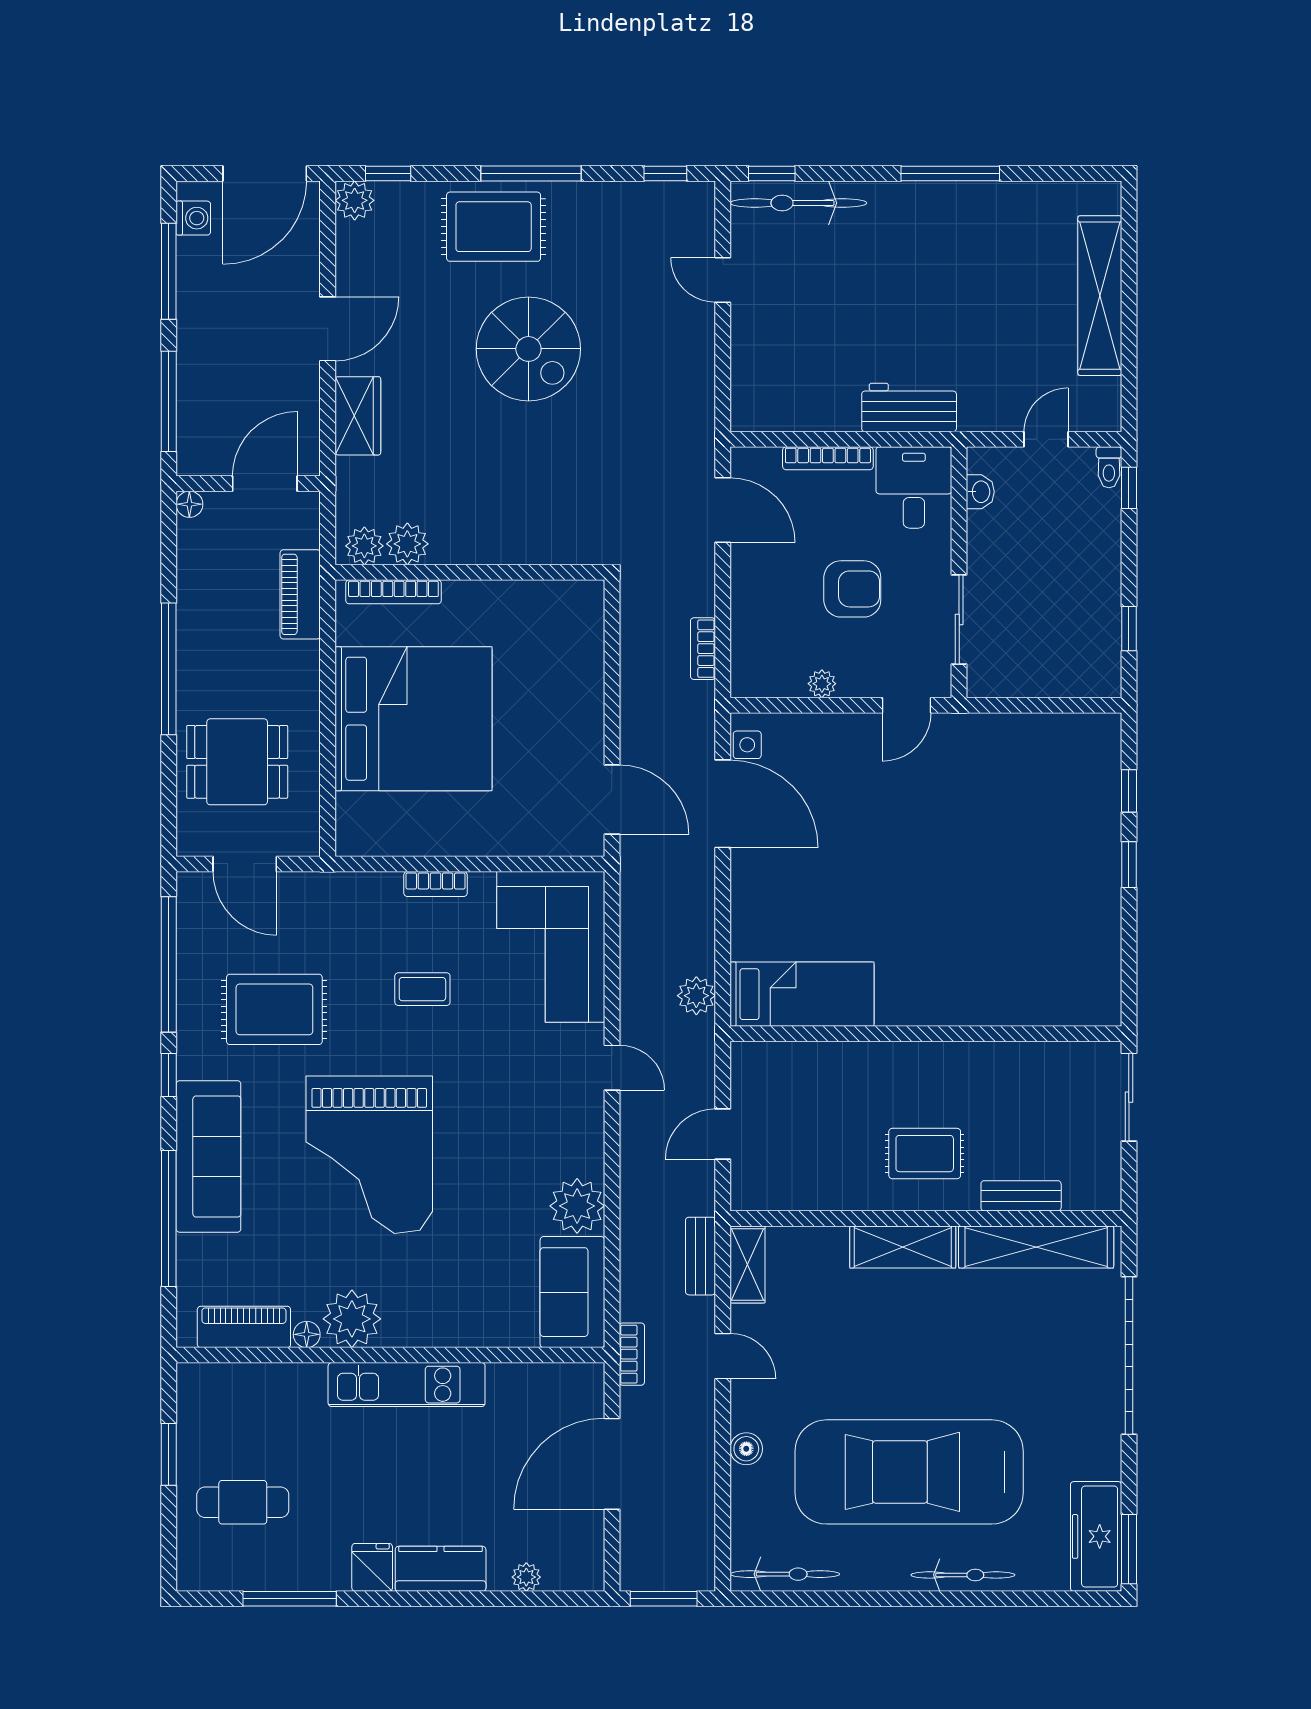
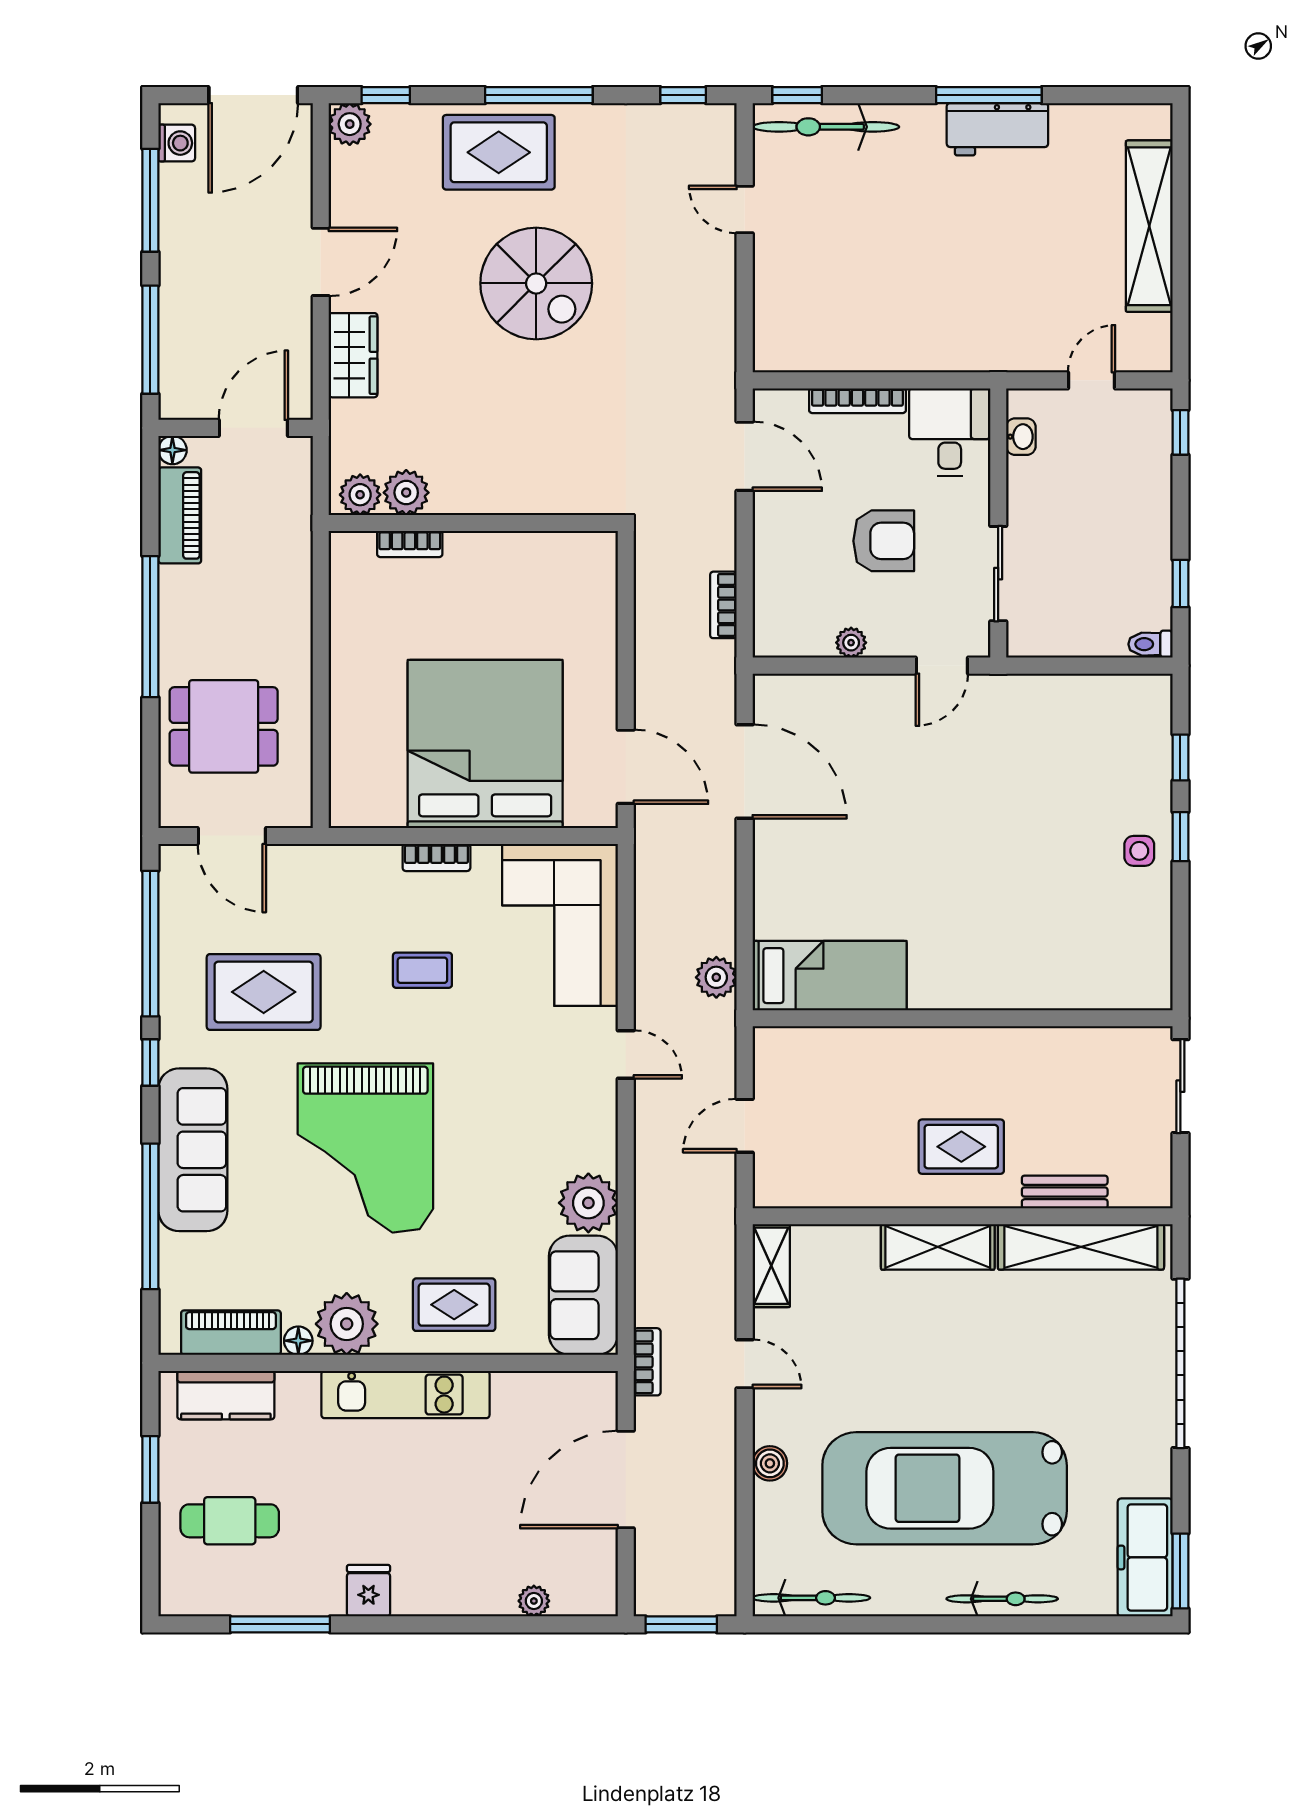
workbench: (909, 408) -> (997, 129), moved, turned 180
toilet: (1109, 467) -> (1150, 644), moved, turned 90
bookcase: (393, 592) -> (410, 544), width x0.64
piano: (300, 594) -> (180, 515), moved, turned 180
bed: (413, 719) -> (485, 744), moved, turned -90
side table: (747, 745) -> (1139, 851), moved
bench: (700, 1256) -> (721, 1257), removed
rug: (452, 1301) -> (454, 1305), added
kitchen counter: (441, 1569) -> (226, 1395), moved, turned 180

